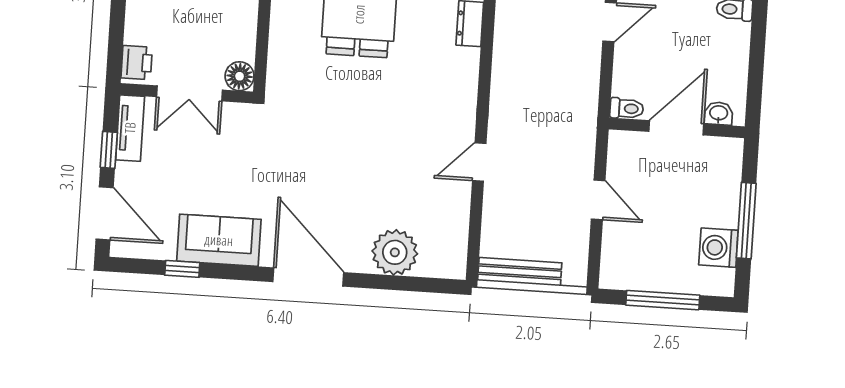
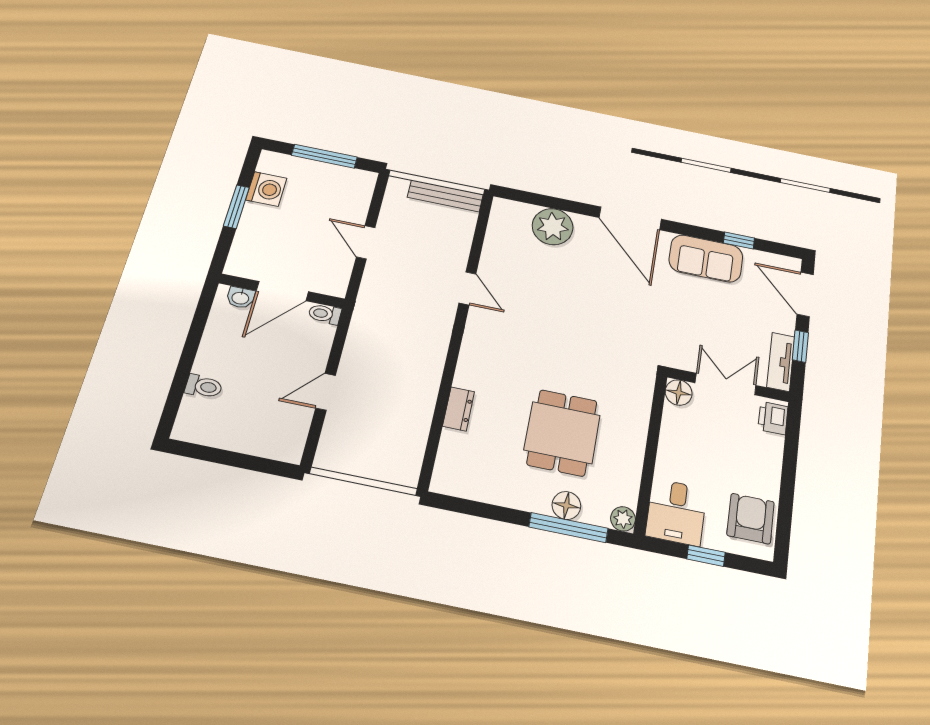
door: (479, 162) -> (468, 288), hinge flipped
window: (746, 221) -> (236, 207), width x0.69

